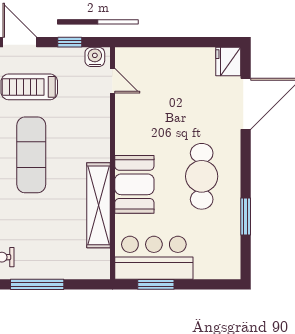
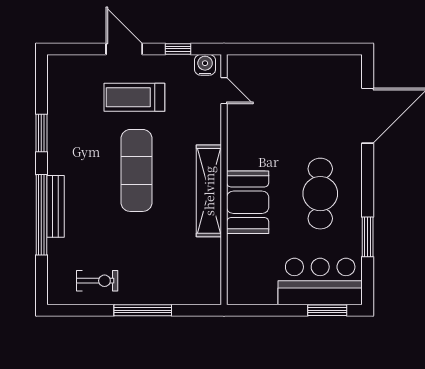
fridge: (228, 62) -> (349, 70), removed
shelving: (98, 205) -> (209, 191), moved
bar counter: (154, 258) -> (320, 281), moved
window: (156, 284) -> (327, 310), moved

